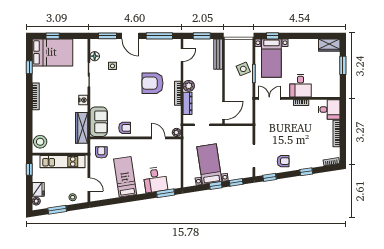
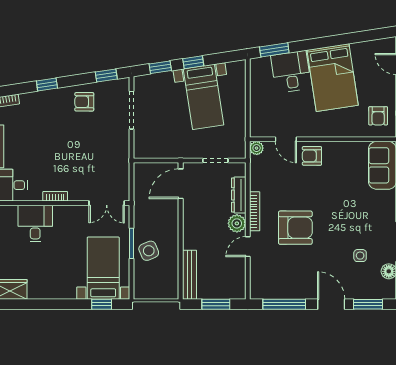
door: (182, 55) -> (248, 247), moved
desk: (300, 86) -> (35, 224), moved
armchair: (125, 128) -> (312, 156), moved
bed: (125, 177) -> (333, 78), width x1.50

